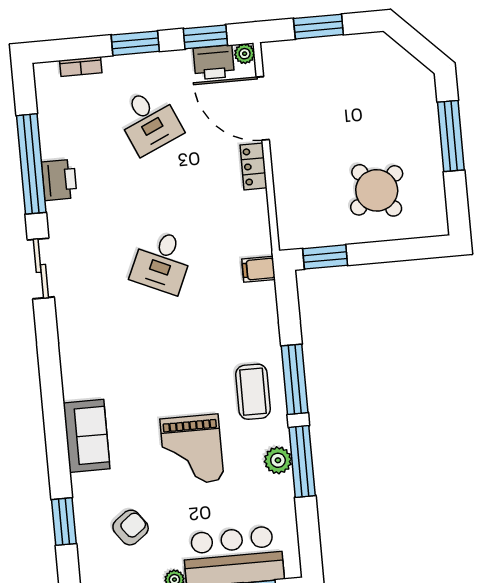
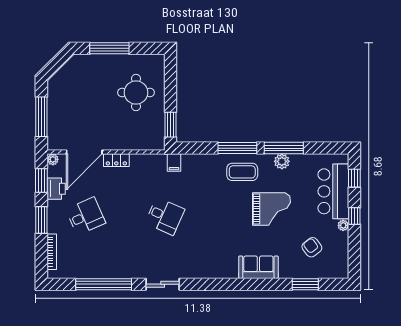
window: (318, 27) -> (41, 117), width x1.44
printer: (214, 62) -> (56, 189), moved
bookcase: (81, 67) -> (52, 252), width x1.56
printer: (59, 180) -> (114, 269), removed
round table: (377, 190) -> (136, 92), turned 38

